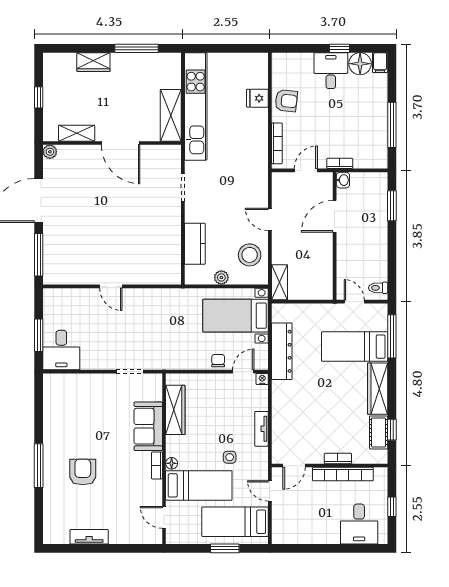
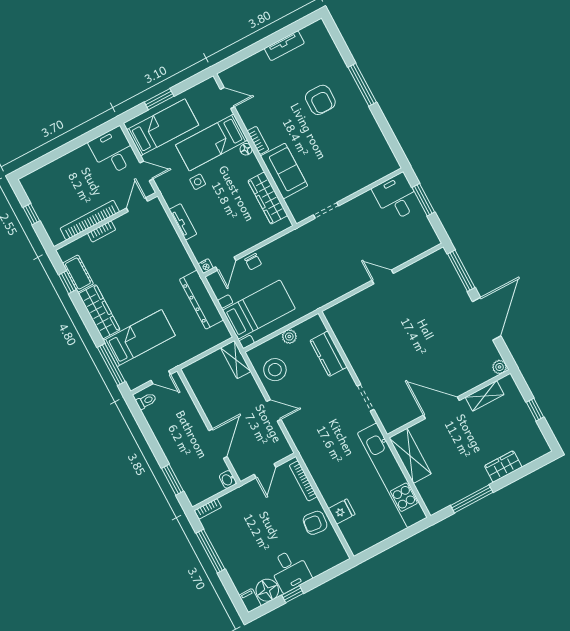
bookcase: (340, 163) -> (208, 509), moved
desk: (359, 524) -> (113, 151), moved

